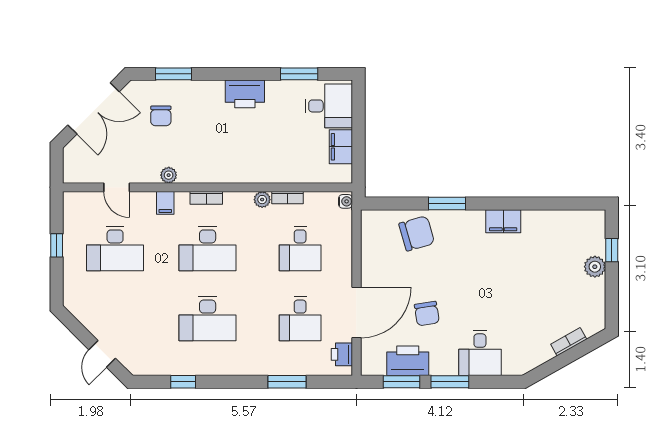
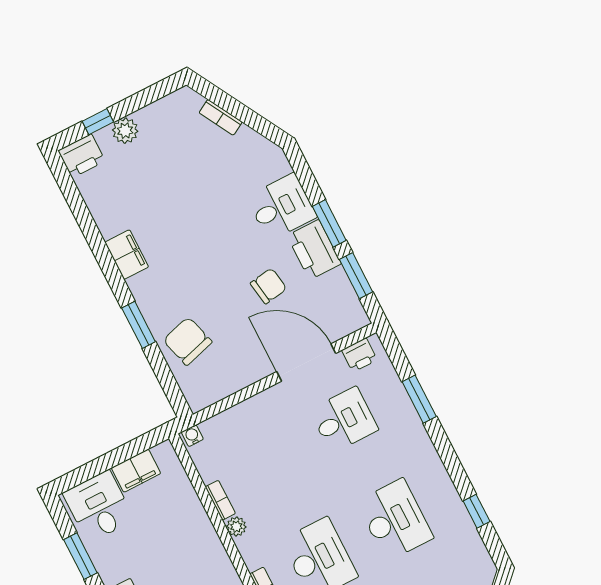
printer: (593, 225) -> (82, 156), added
desk: (300, 248) -> (268, 459), removed
printer: (408, 361) -> (314, 250), moved

